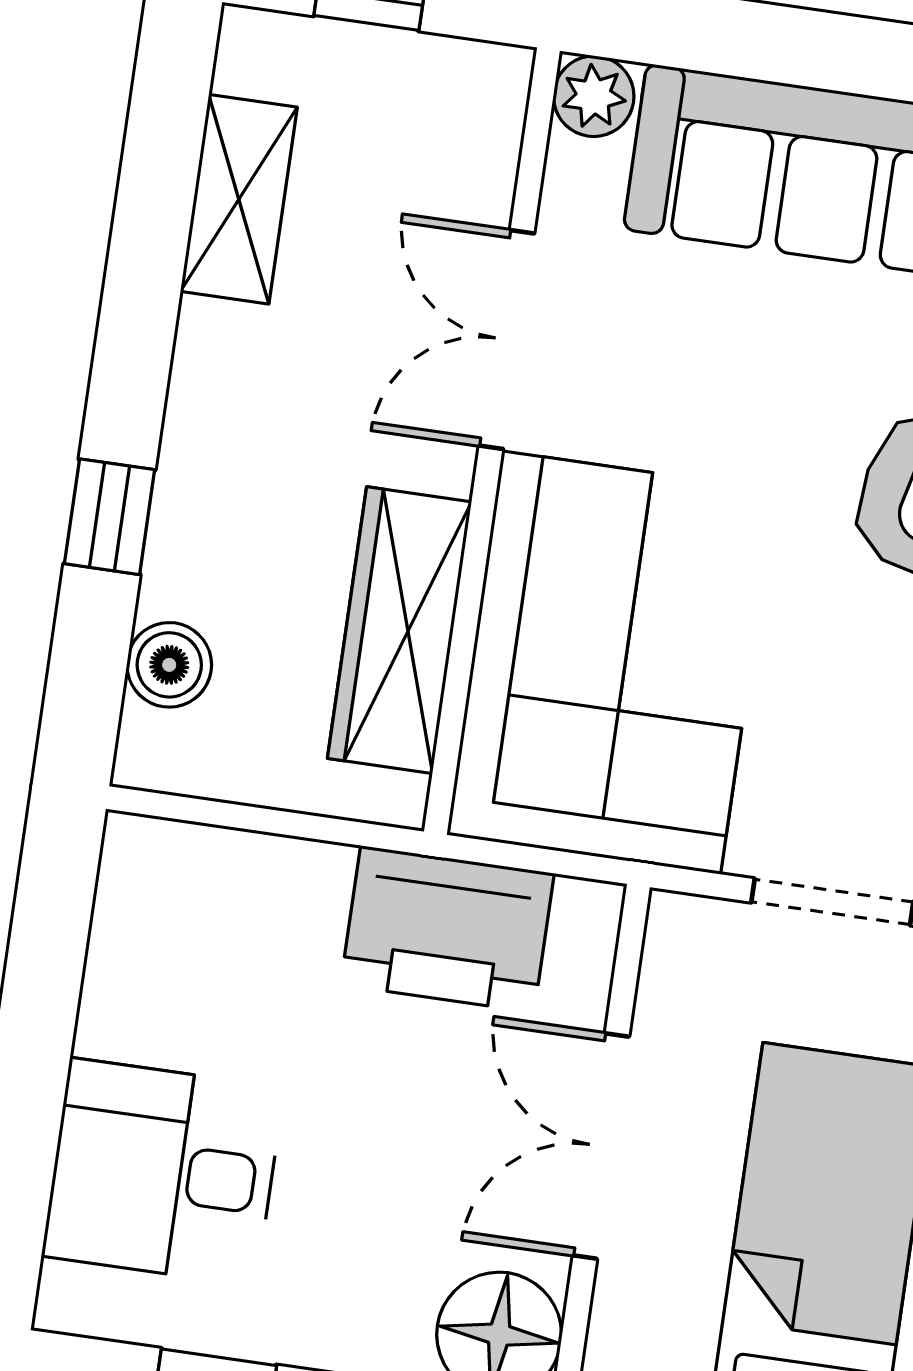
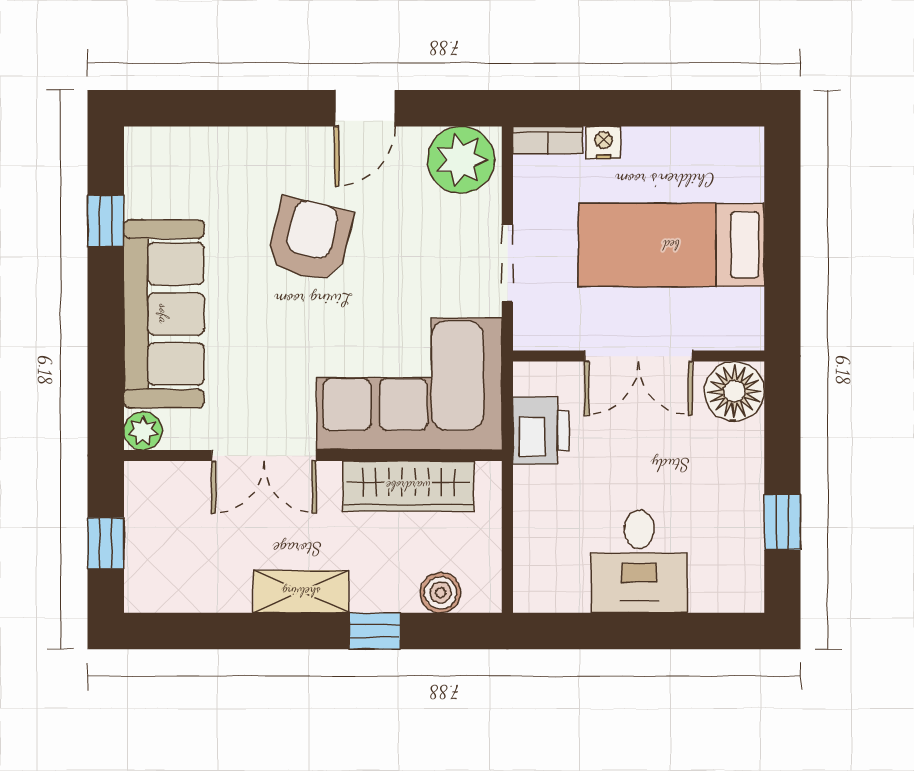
shelving: (239, 199) -> (301, 592), moved
printer: (447, 929) -> (541, 431), width x0.73, depth x0.84
desk: (163, 1172) -> (639, 561), moved

